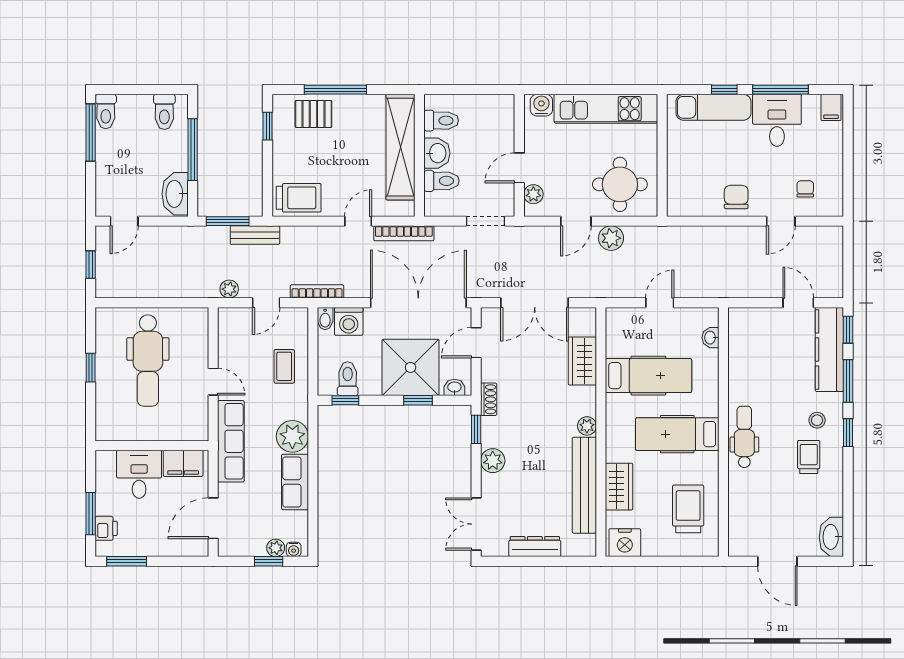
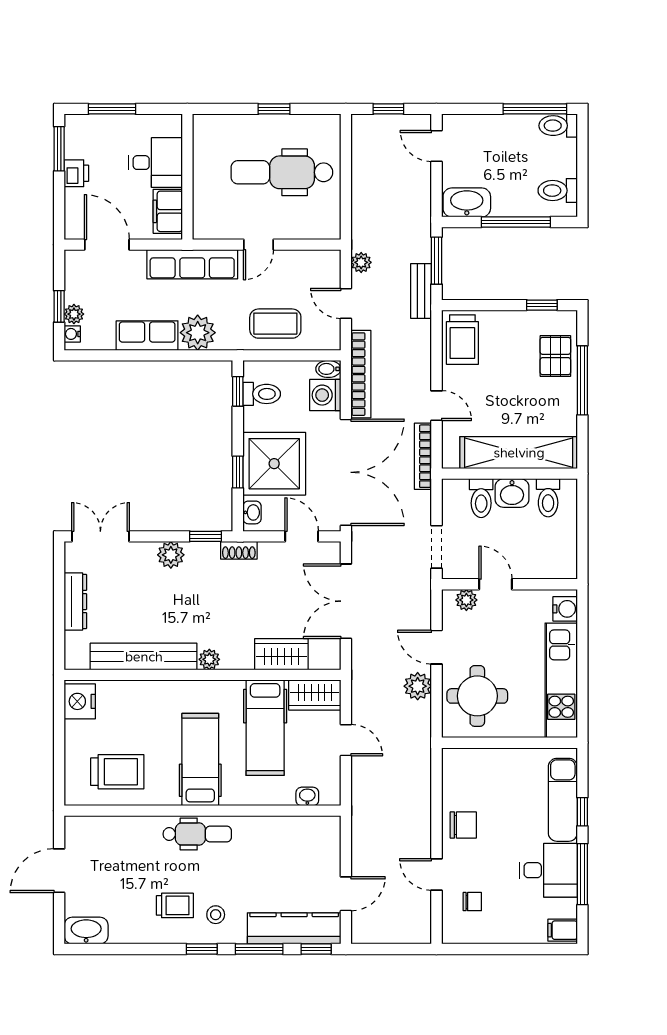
bookcase: (317, 291) -> (361, 374), width x1.48, depth x1.31
coffee table: (284, 366) -> (275, 324), width x1.36, depth x1.30
wardrobe: (619, 487) -> (315, 695), moved
printer: (106, 528) -> (76, 173), moved, turned -90

